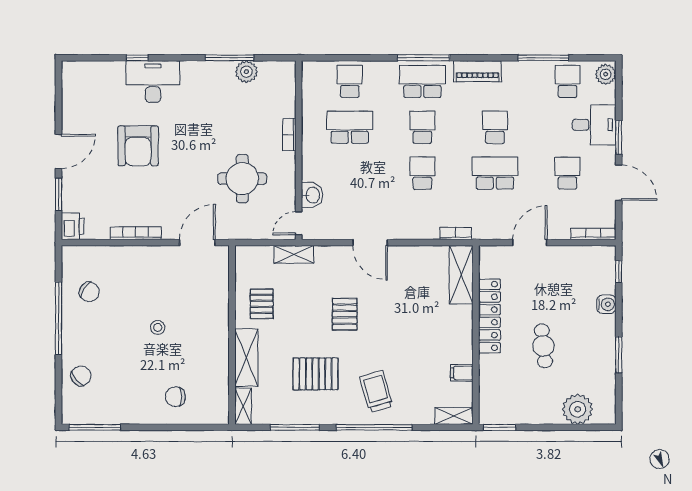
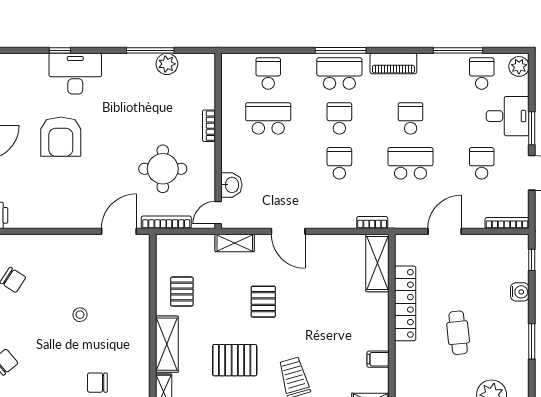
bookcase: (136, 233) -> (166, 222), moved
shelving: (294, 254) -> (235, 243), moved

